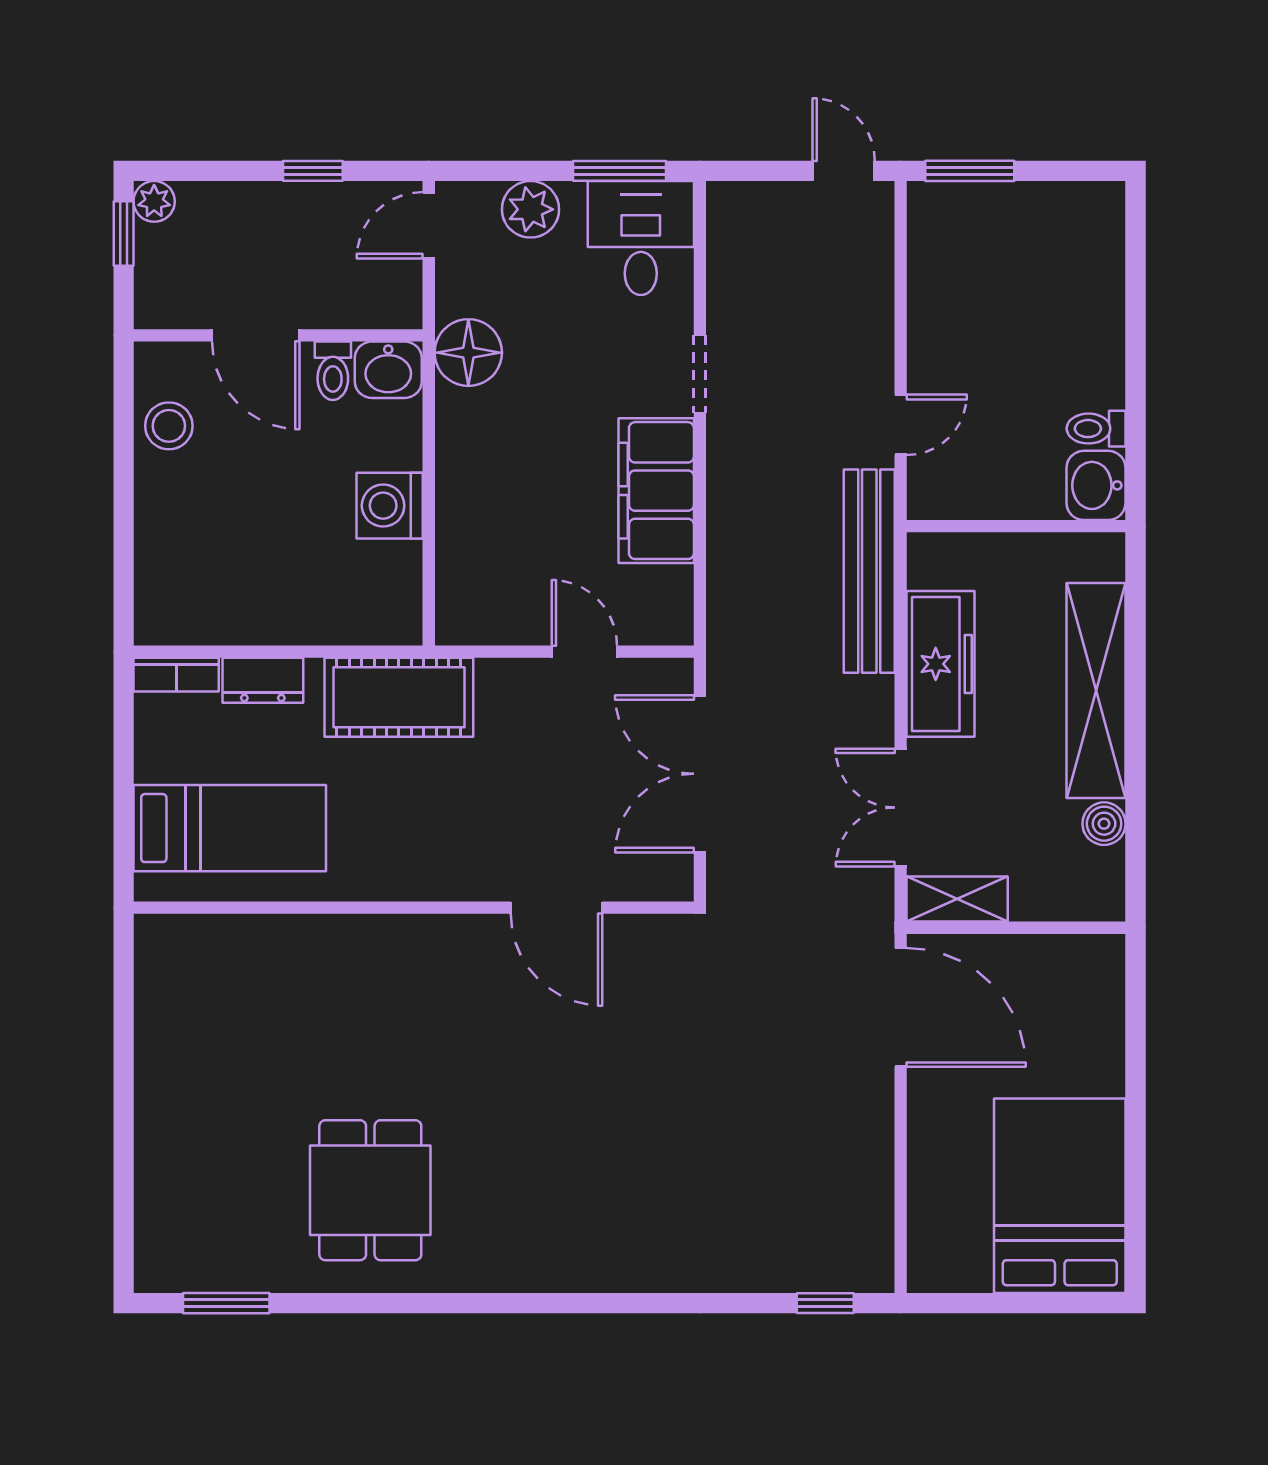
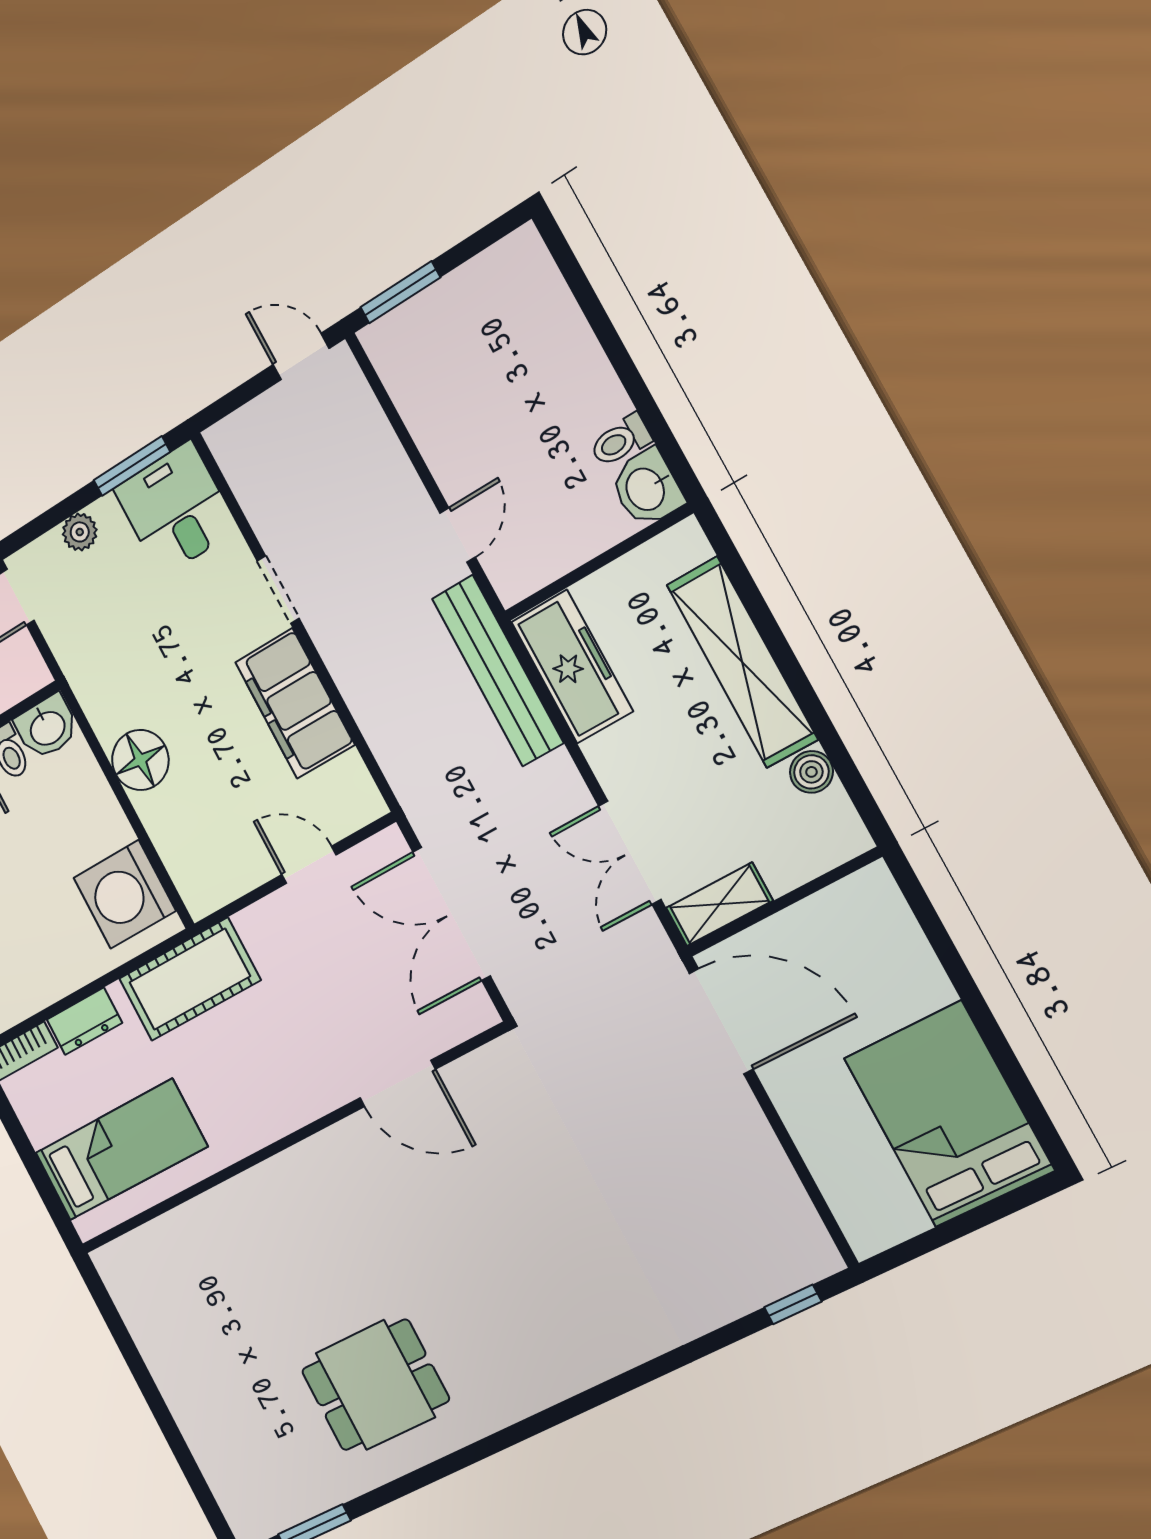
plant: (530, 209) -> (80, 532), width x0.73, depth x0.73
floor lamp: (468, 353) -> (140, 760), moved
washing machine: (390, 506) -> (125, 894), moved, width x1.37, depth x1.37
freezer: (940, 664) -> (572, 667), moved
dining table: (370, 1190) -> (375, 1385), turned 90

